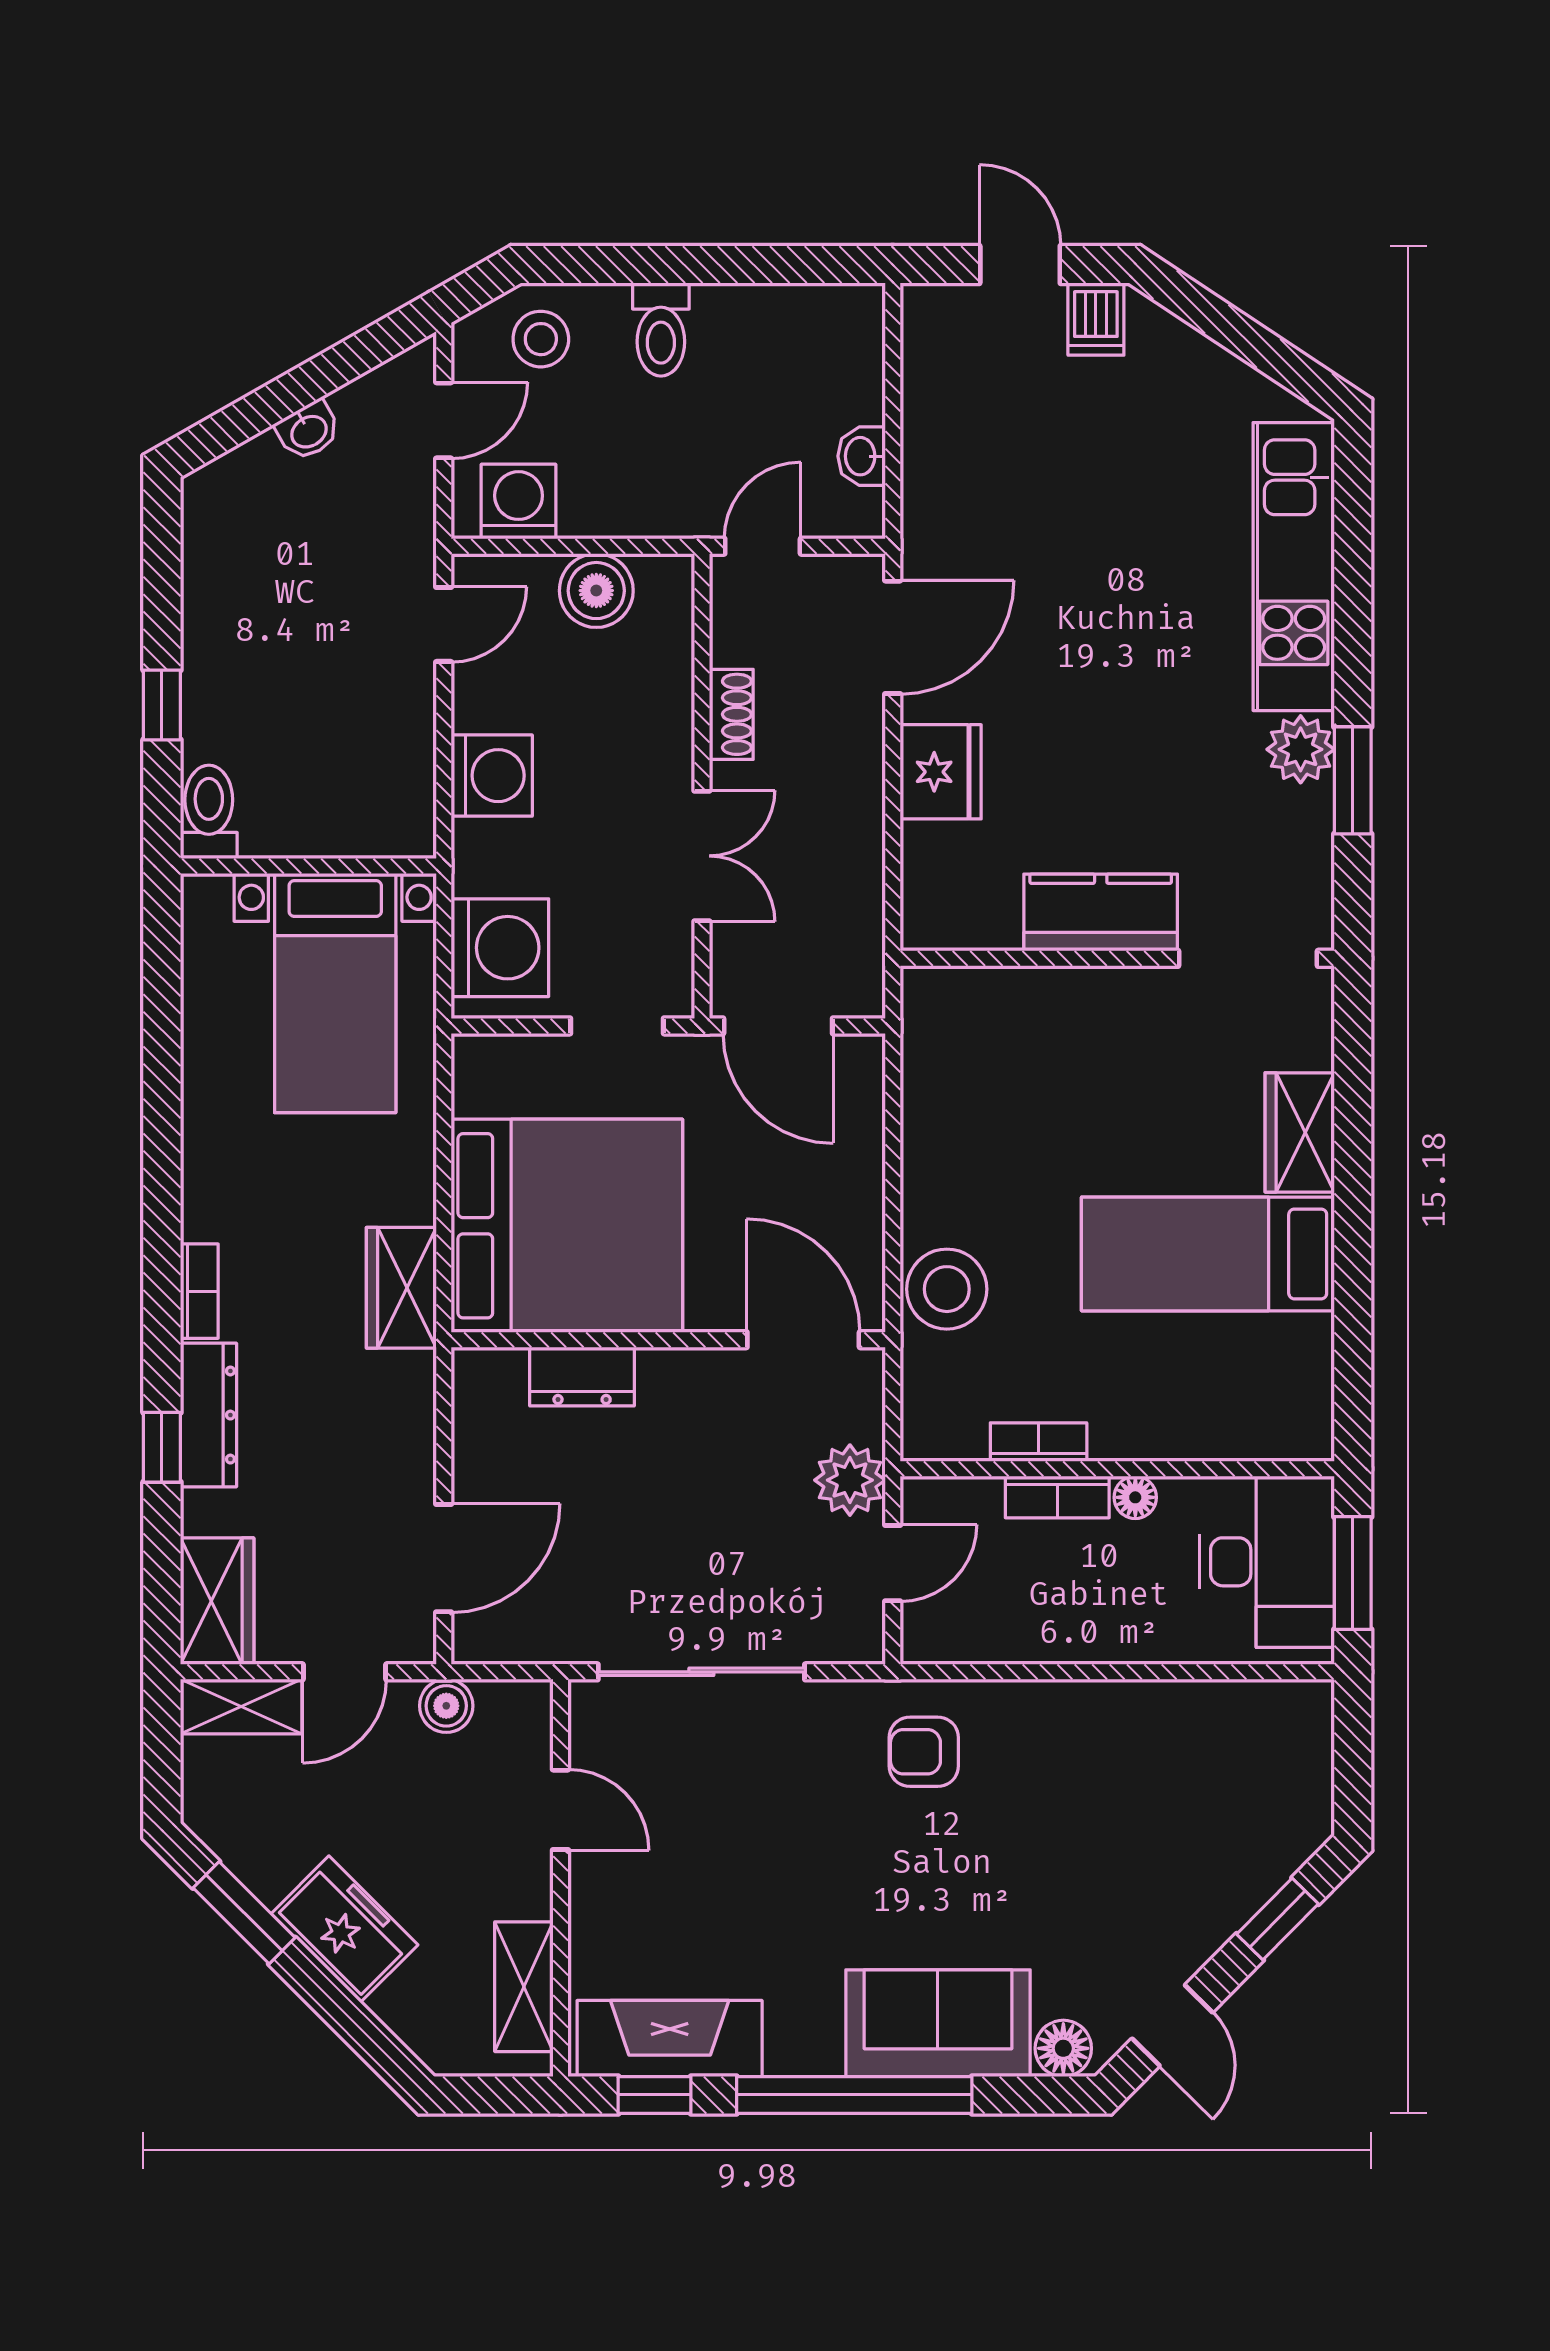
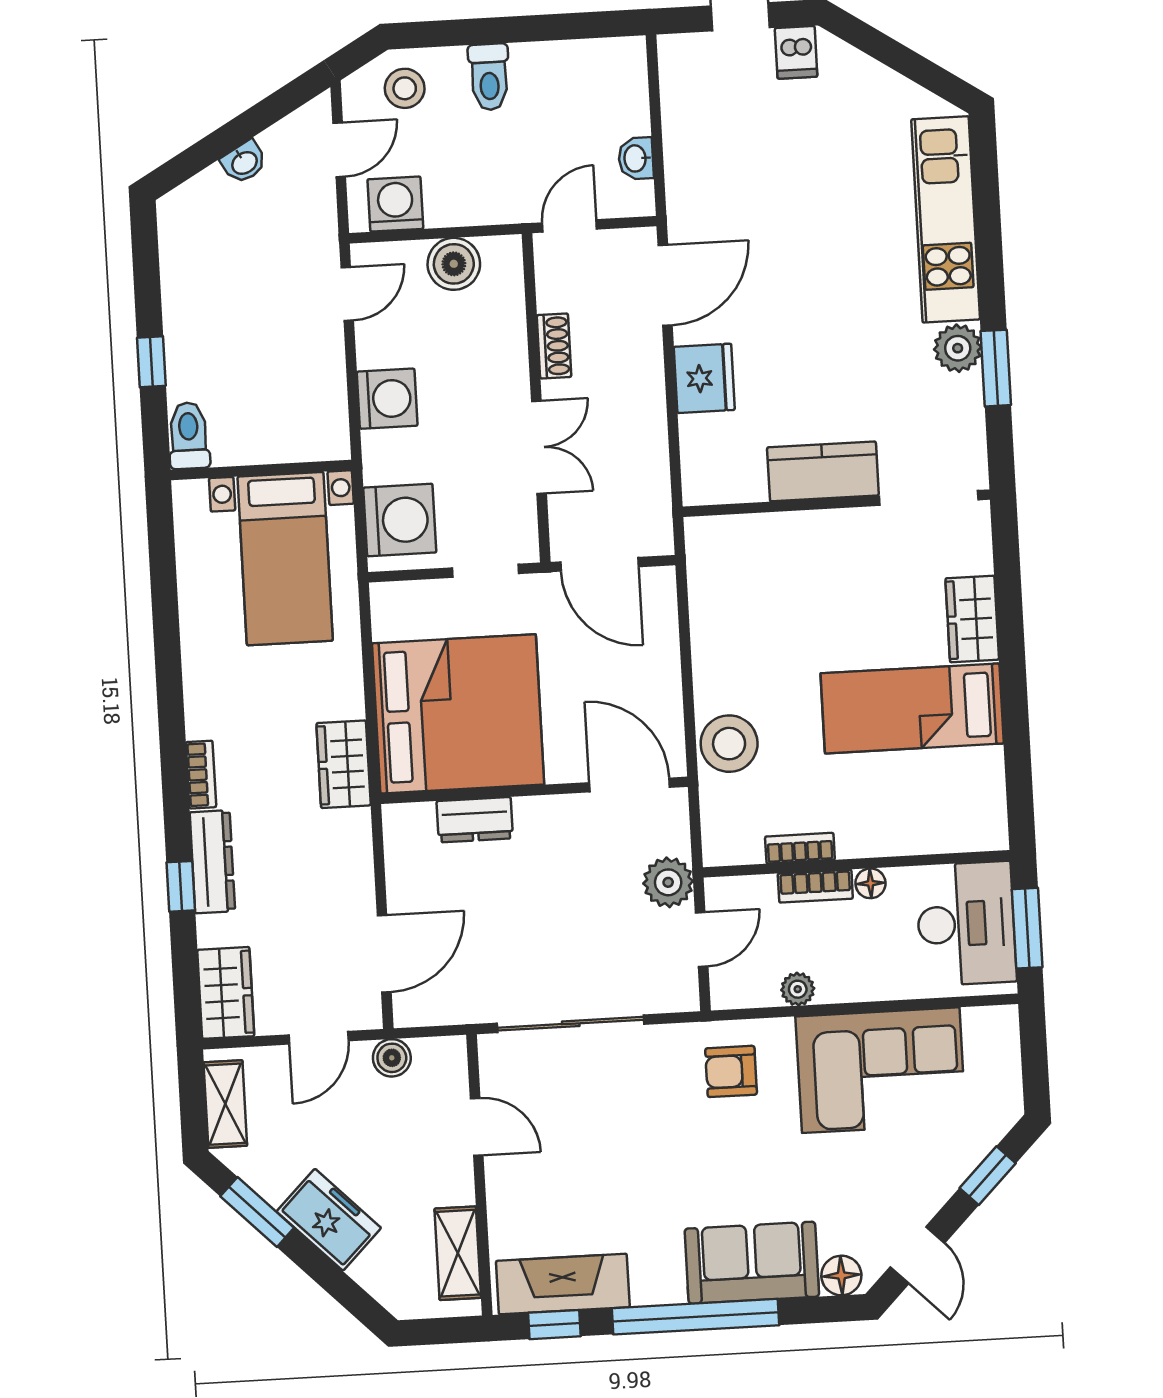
plant: (1024, 1641) -> (798, 989), added
shelving: (241, 1706) -> (225, 1104), moved, turned 90
corner sofa: (1135, 1762) -> (881, 1070), added

